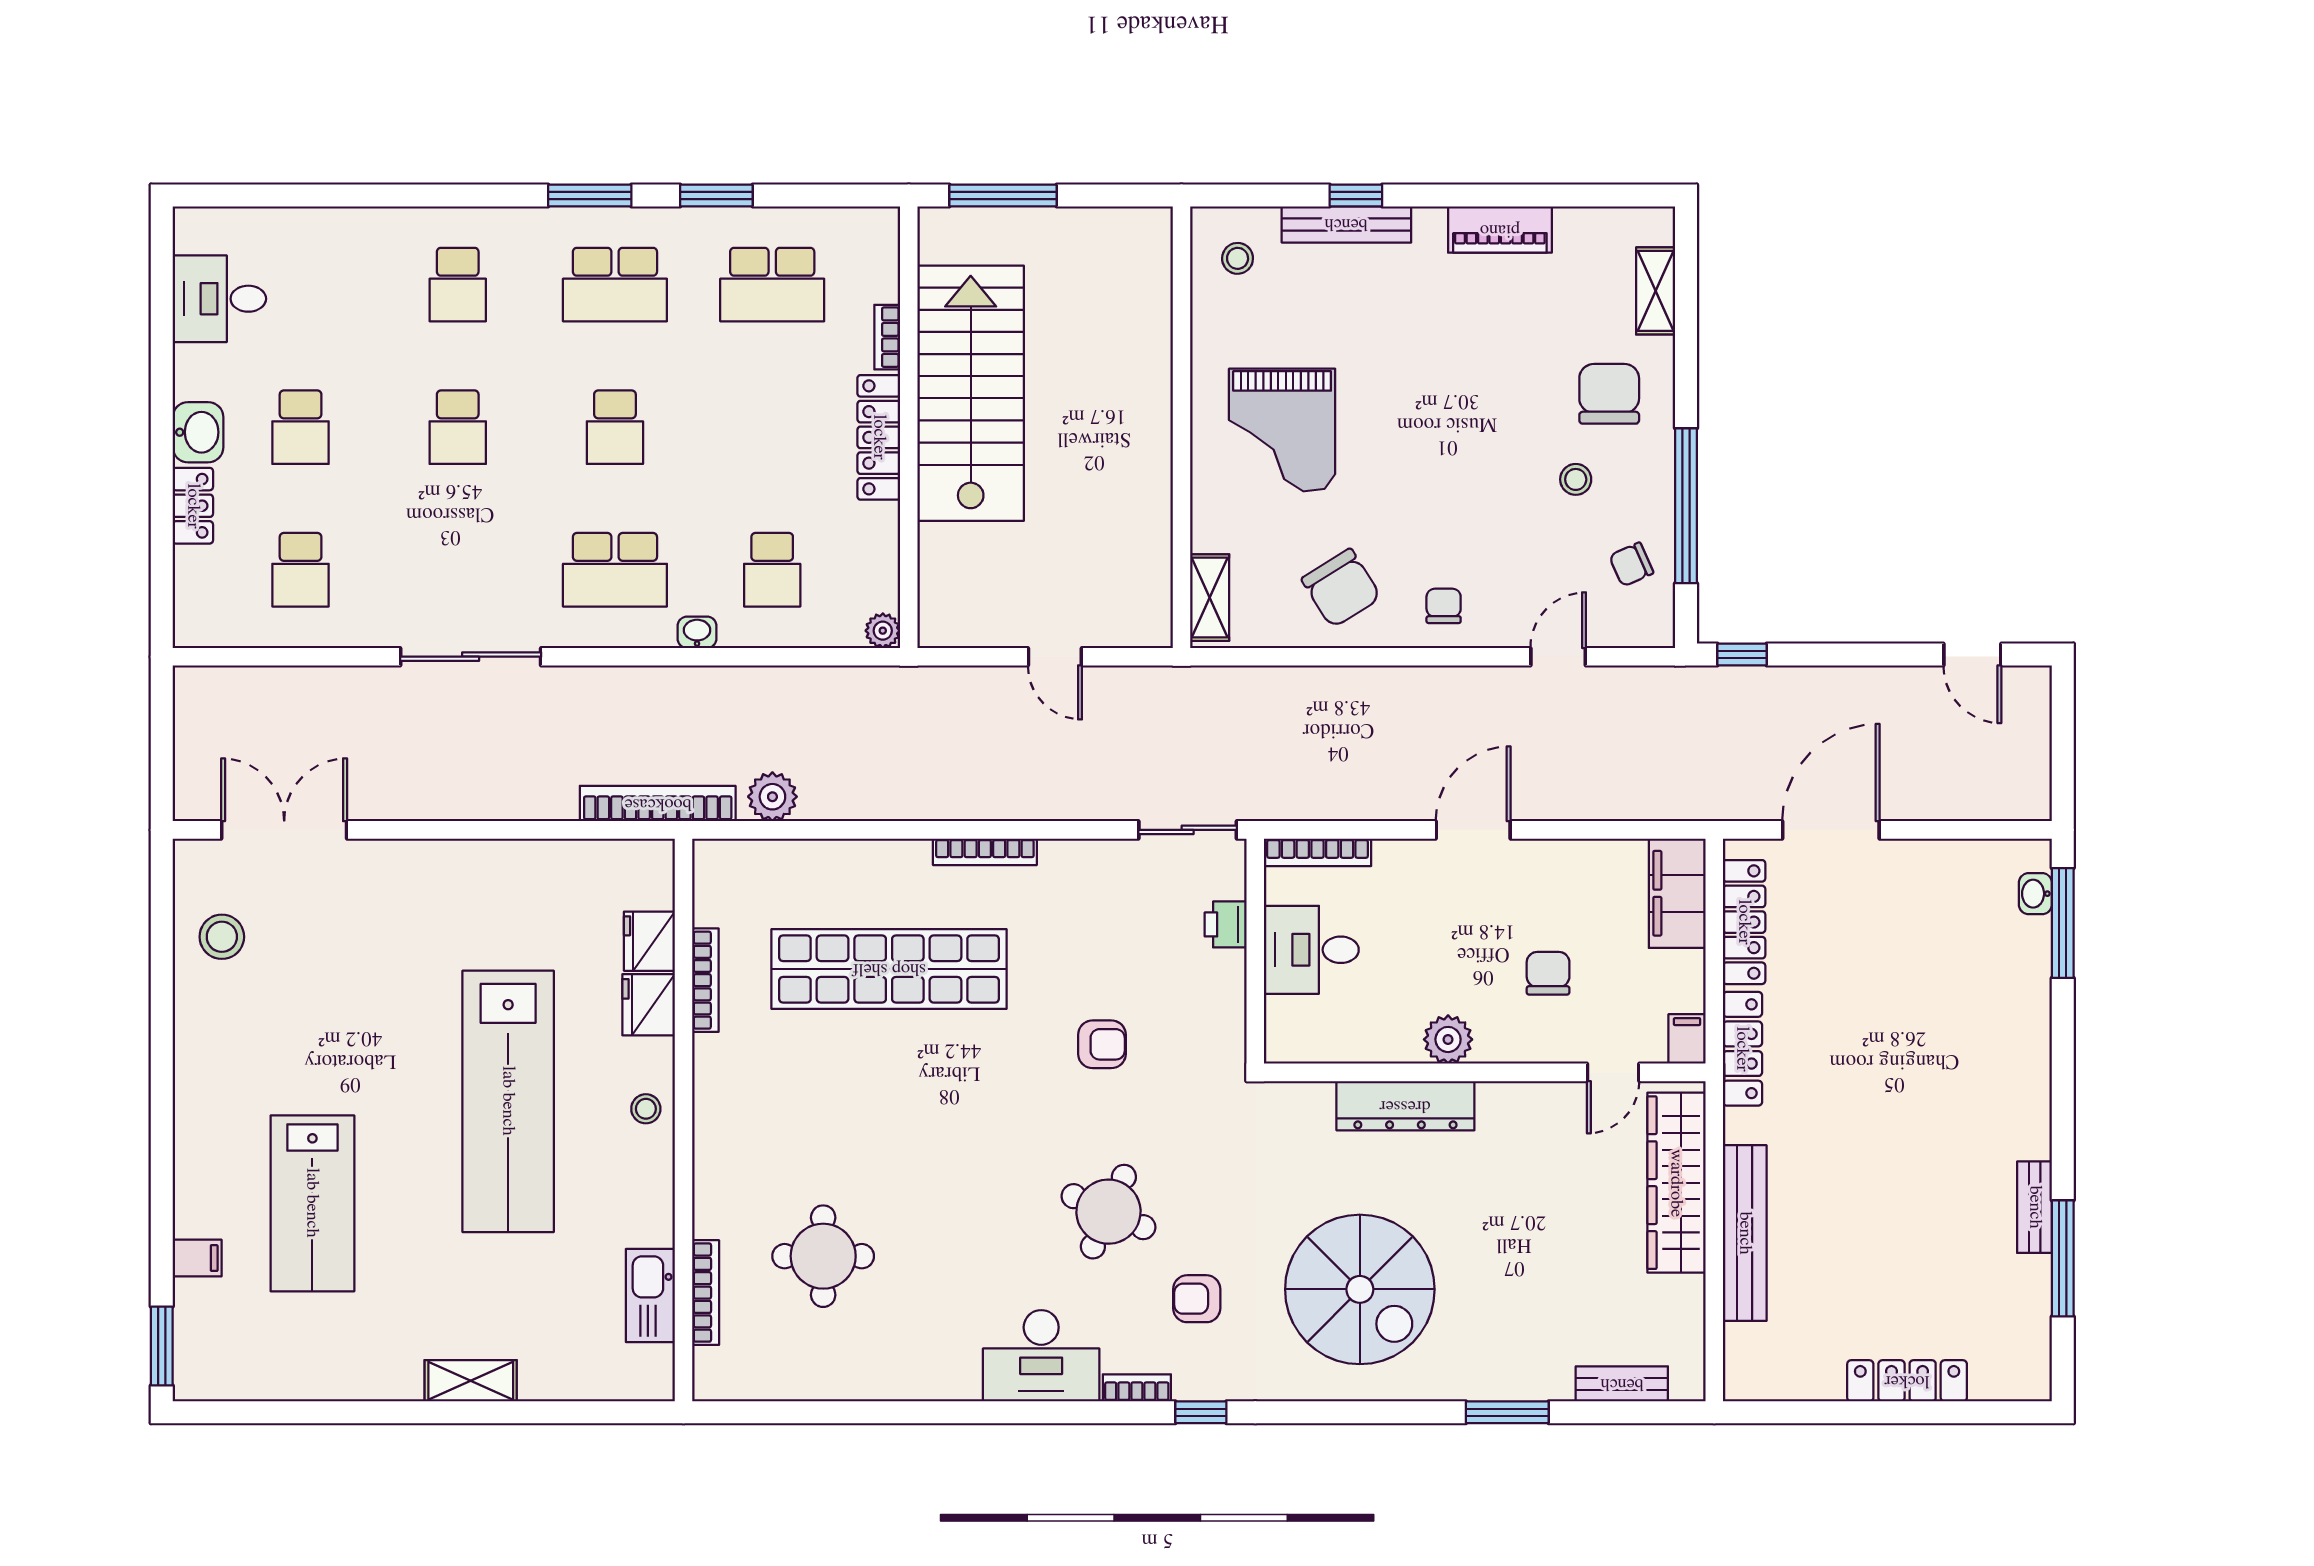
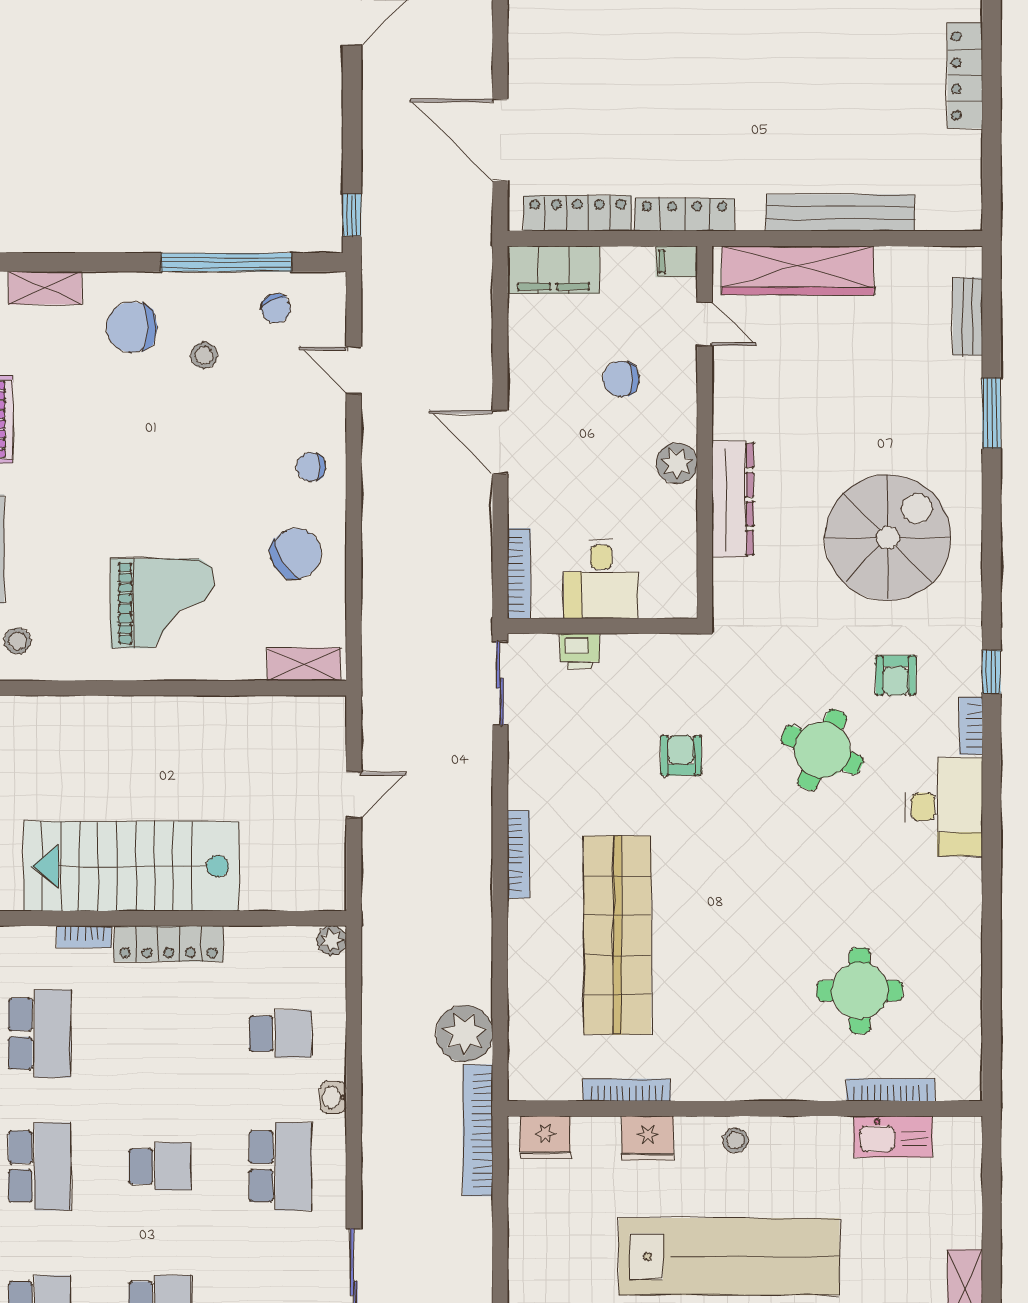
plant: (772, 797) -> (464, 1034), width x1.36, depth x1.36
fridge: (649, 941) -> (545, 1137), moved

